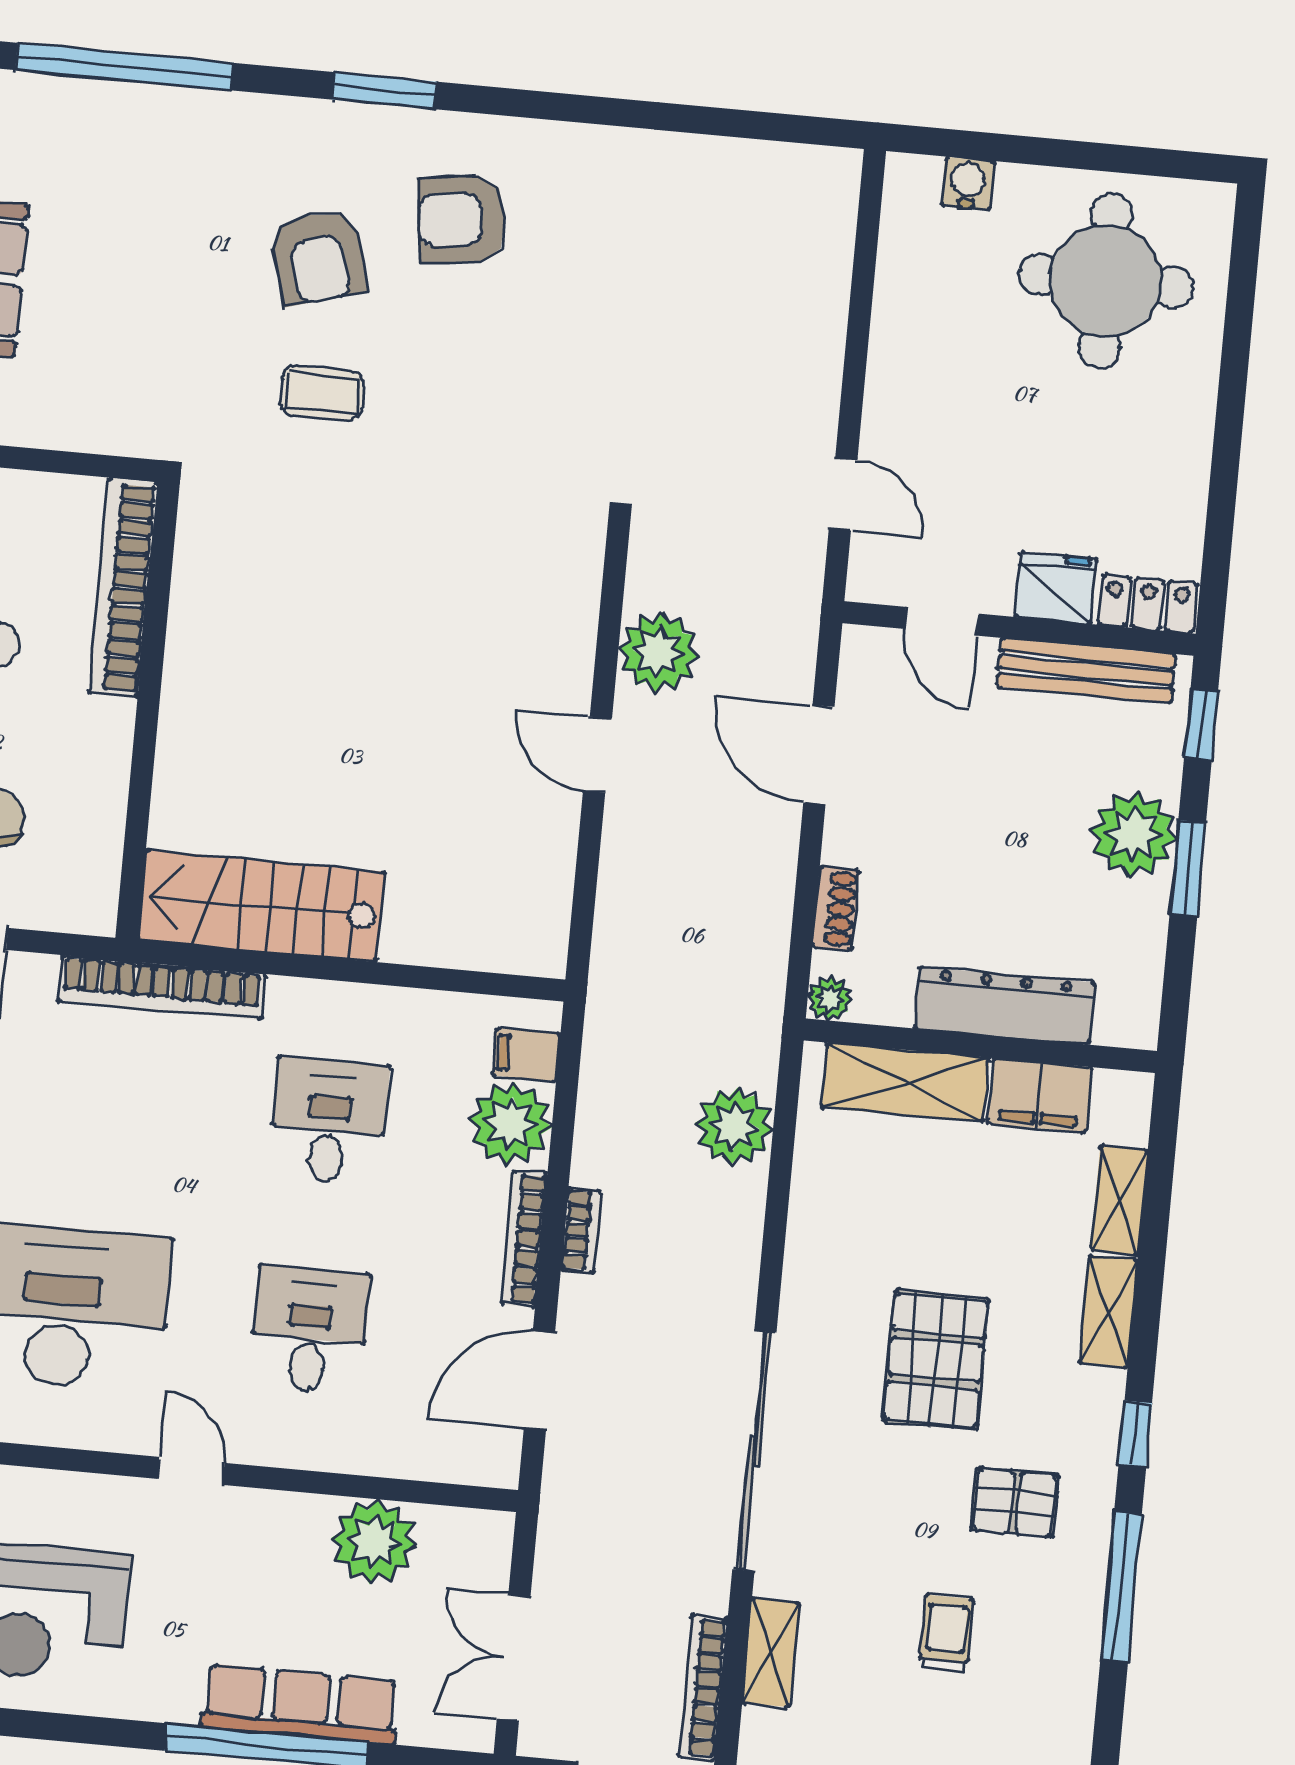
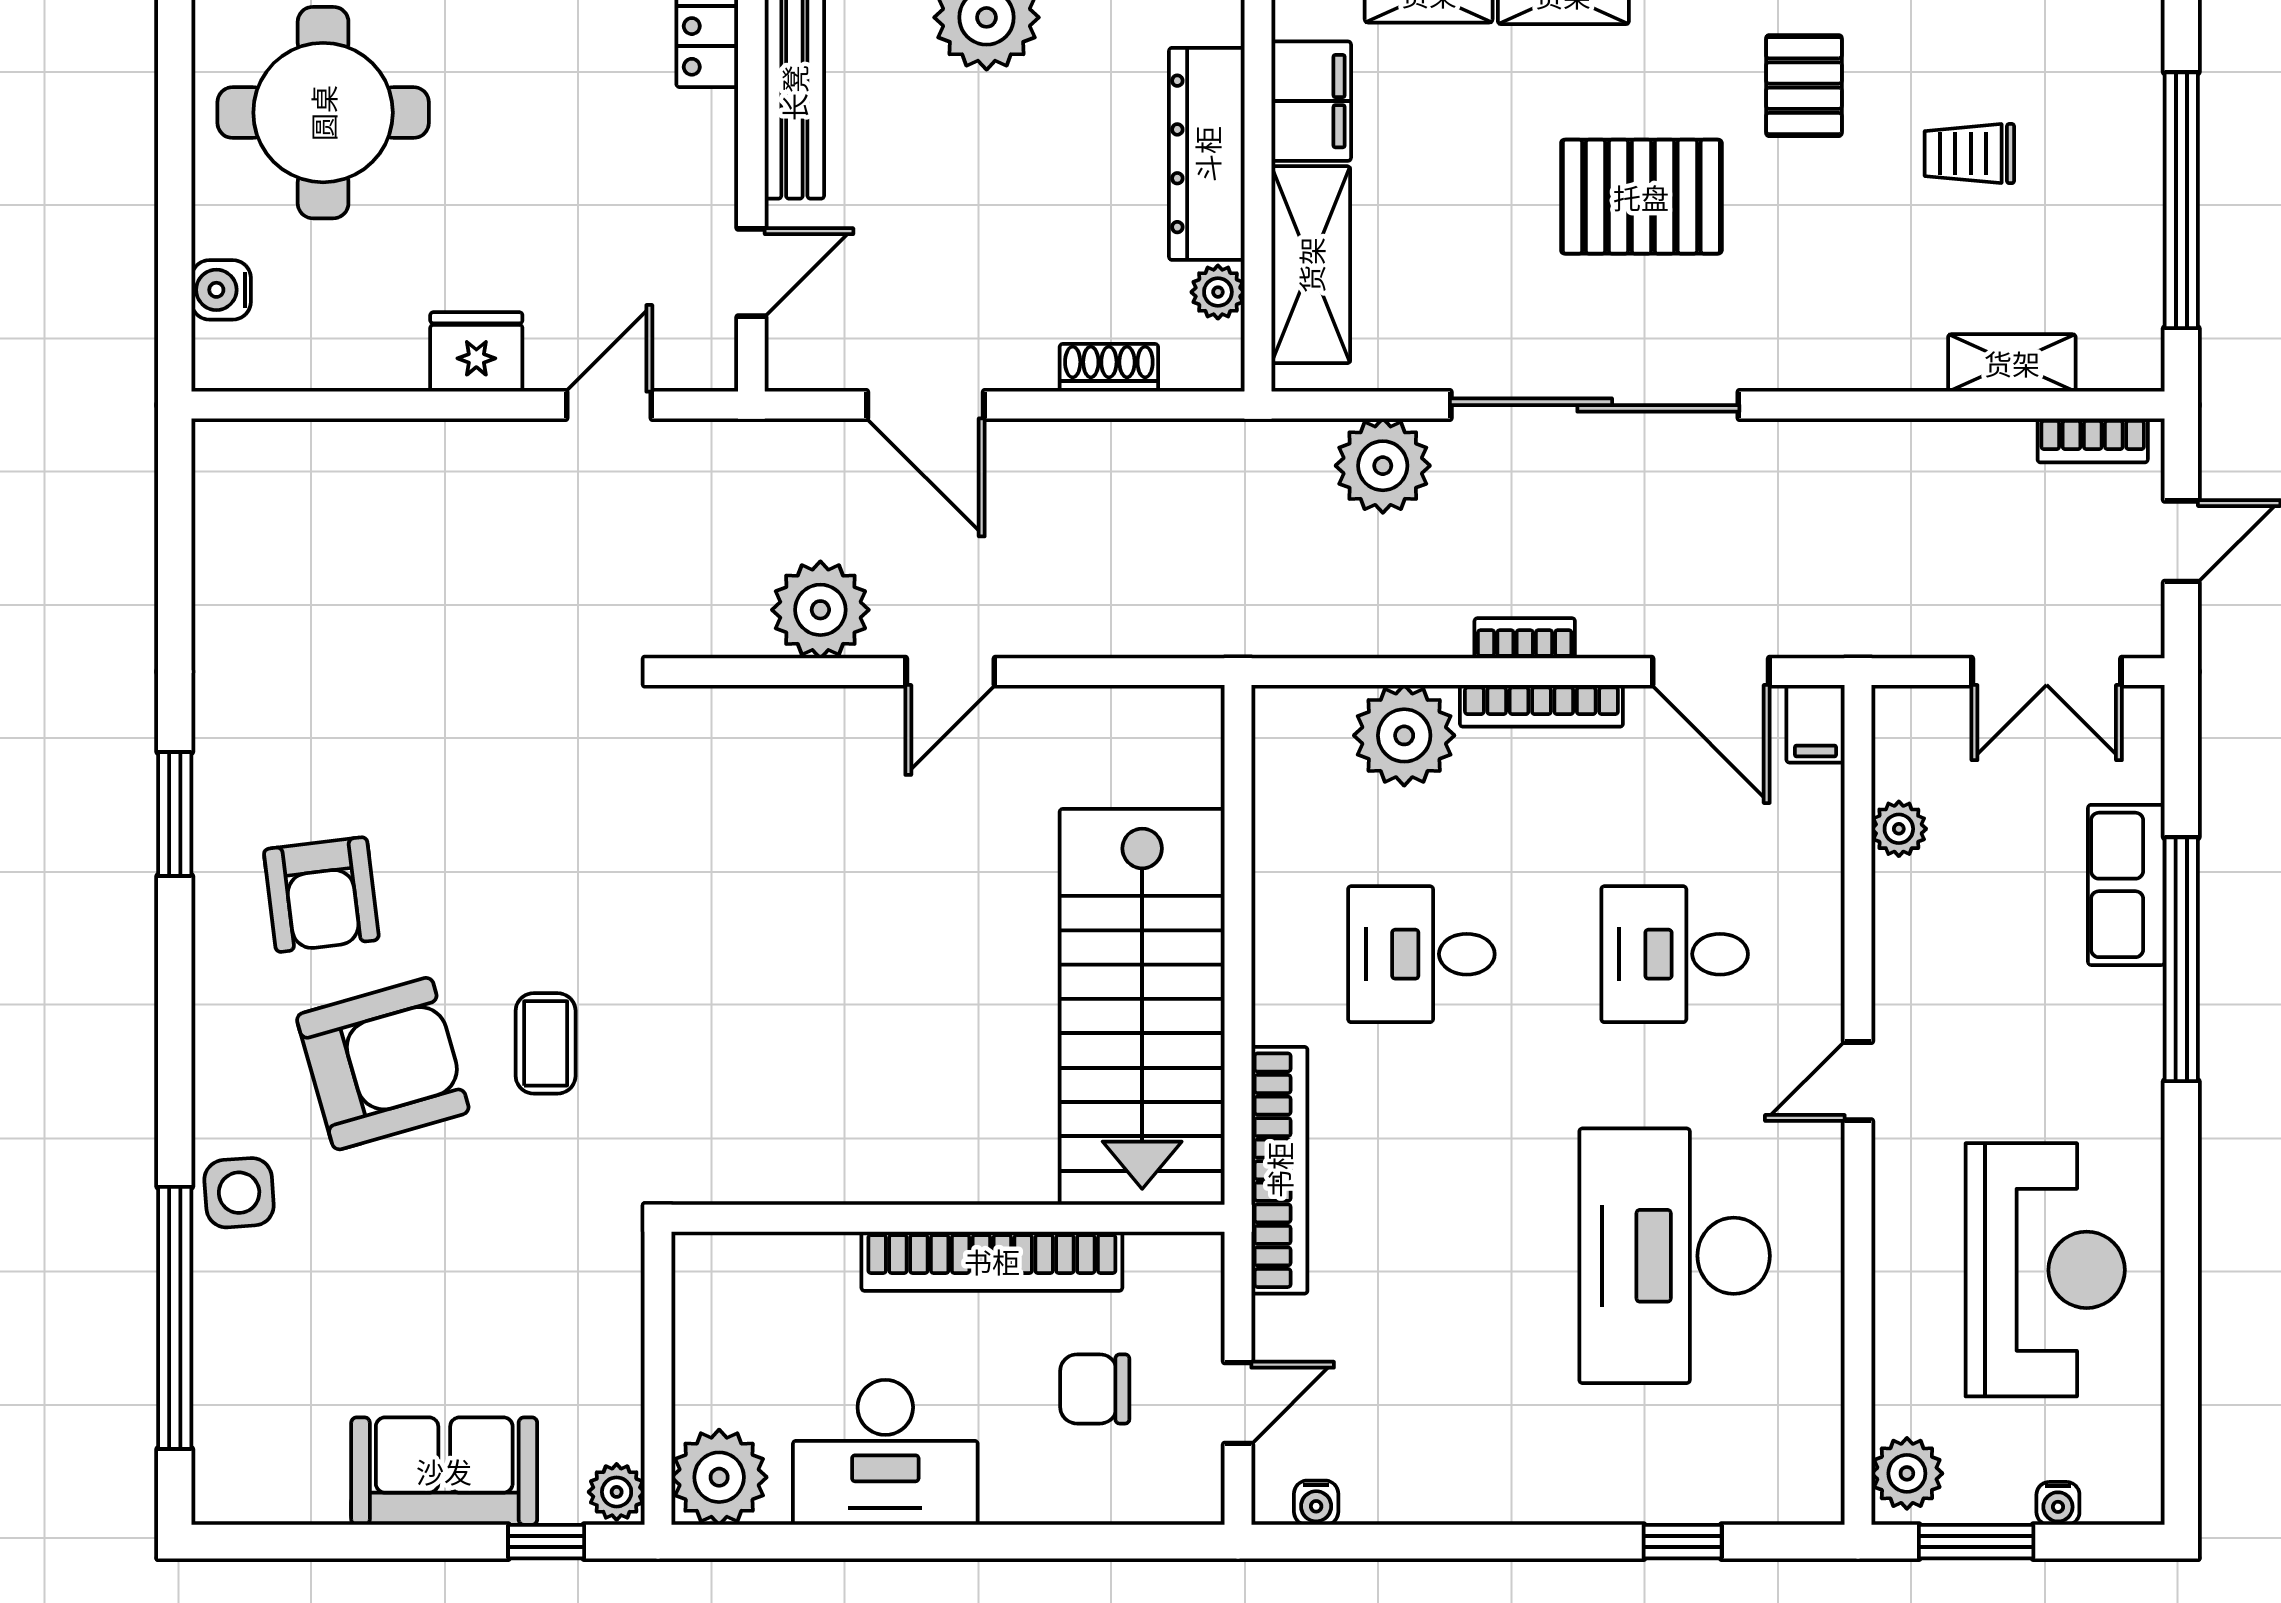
window: (384, 91) -> (175, 814), moved
side table: (223, 129) -> (239, 1193), added
armchair: (318, 257) -> (383, 1064), width x1.36, depth x1.36
bookcase: (123, 587) -> (992, 1261), moved
fridge: (1056, 588) -> (476, 352), moved, turned 90
door: (819, 755) -> (926, 405), hinge flipped
stairs: (261, 906) -> (1142, 1007), width x1.36, depth x1.51
plant: (830, 998) -> (1218, 292), moved
filing cabinet: (526, 1055) -> (1816, 724), moved
sliding door: (754, 1451) -> (1595, 405), moved
plant: (374, 1542) -> (1899, 829), width x0.53, depth x0.53
bookcase: (703, 1688) -> (2093, 440), width x0.64
row of seats: (300, 1704) -> (2126, 885), width x0.68

